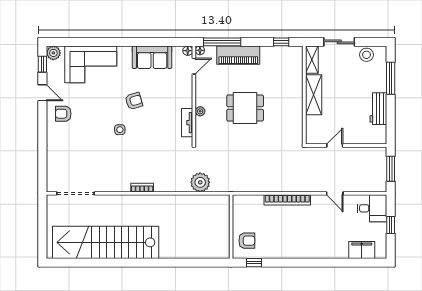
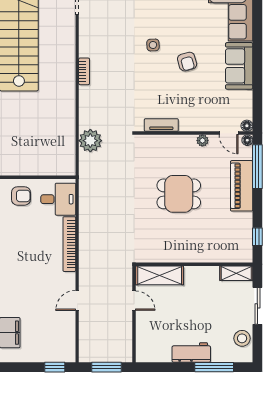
sofa: (152, 57) -> (239, 66), moved
shelving: (314, 95) -> (160, 275), moved
dining table: (245, 108) -> (179, 194), turned 90
workbench: (378, 109) -> (191, 352), moved
plant: (200, 111) -> (202, 141), moved
desk: (372, 208) -> (58, 199), moved, turned -90
window: (391, 225) -> (55, 367), moved
armchair: (247, 241) -> (21, 196), turned -90

